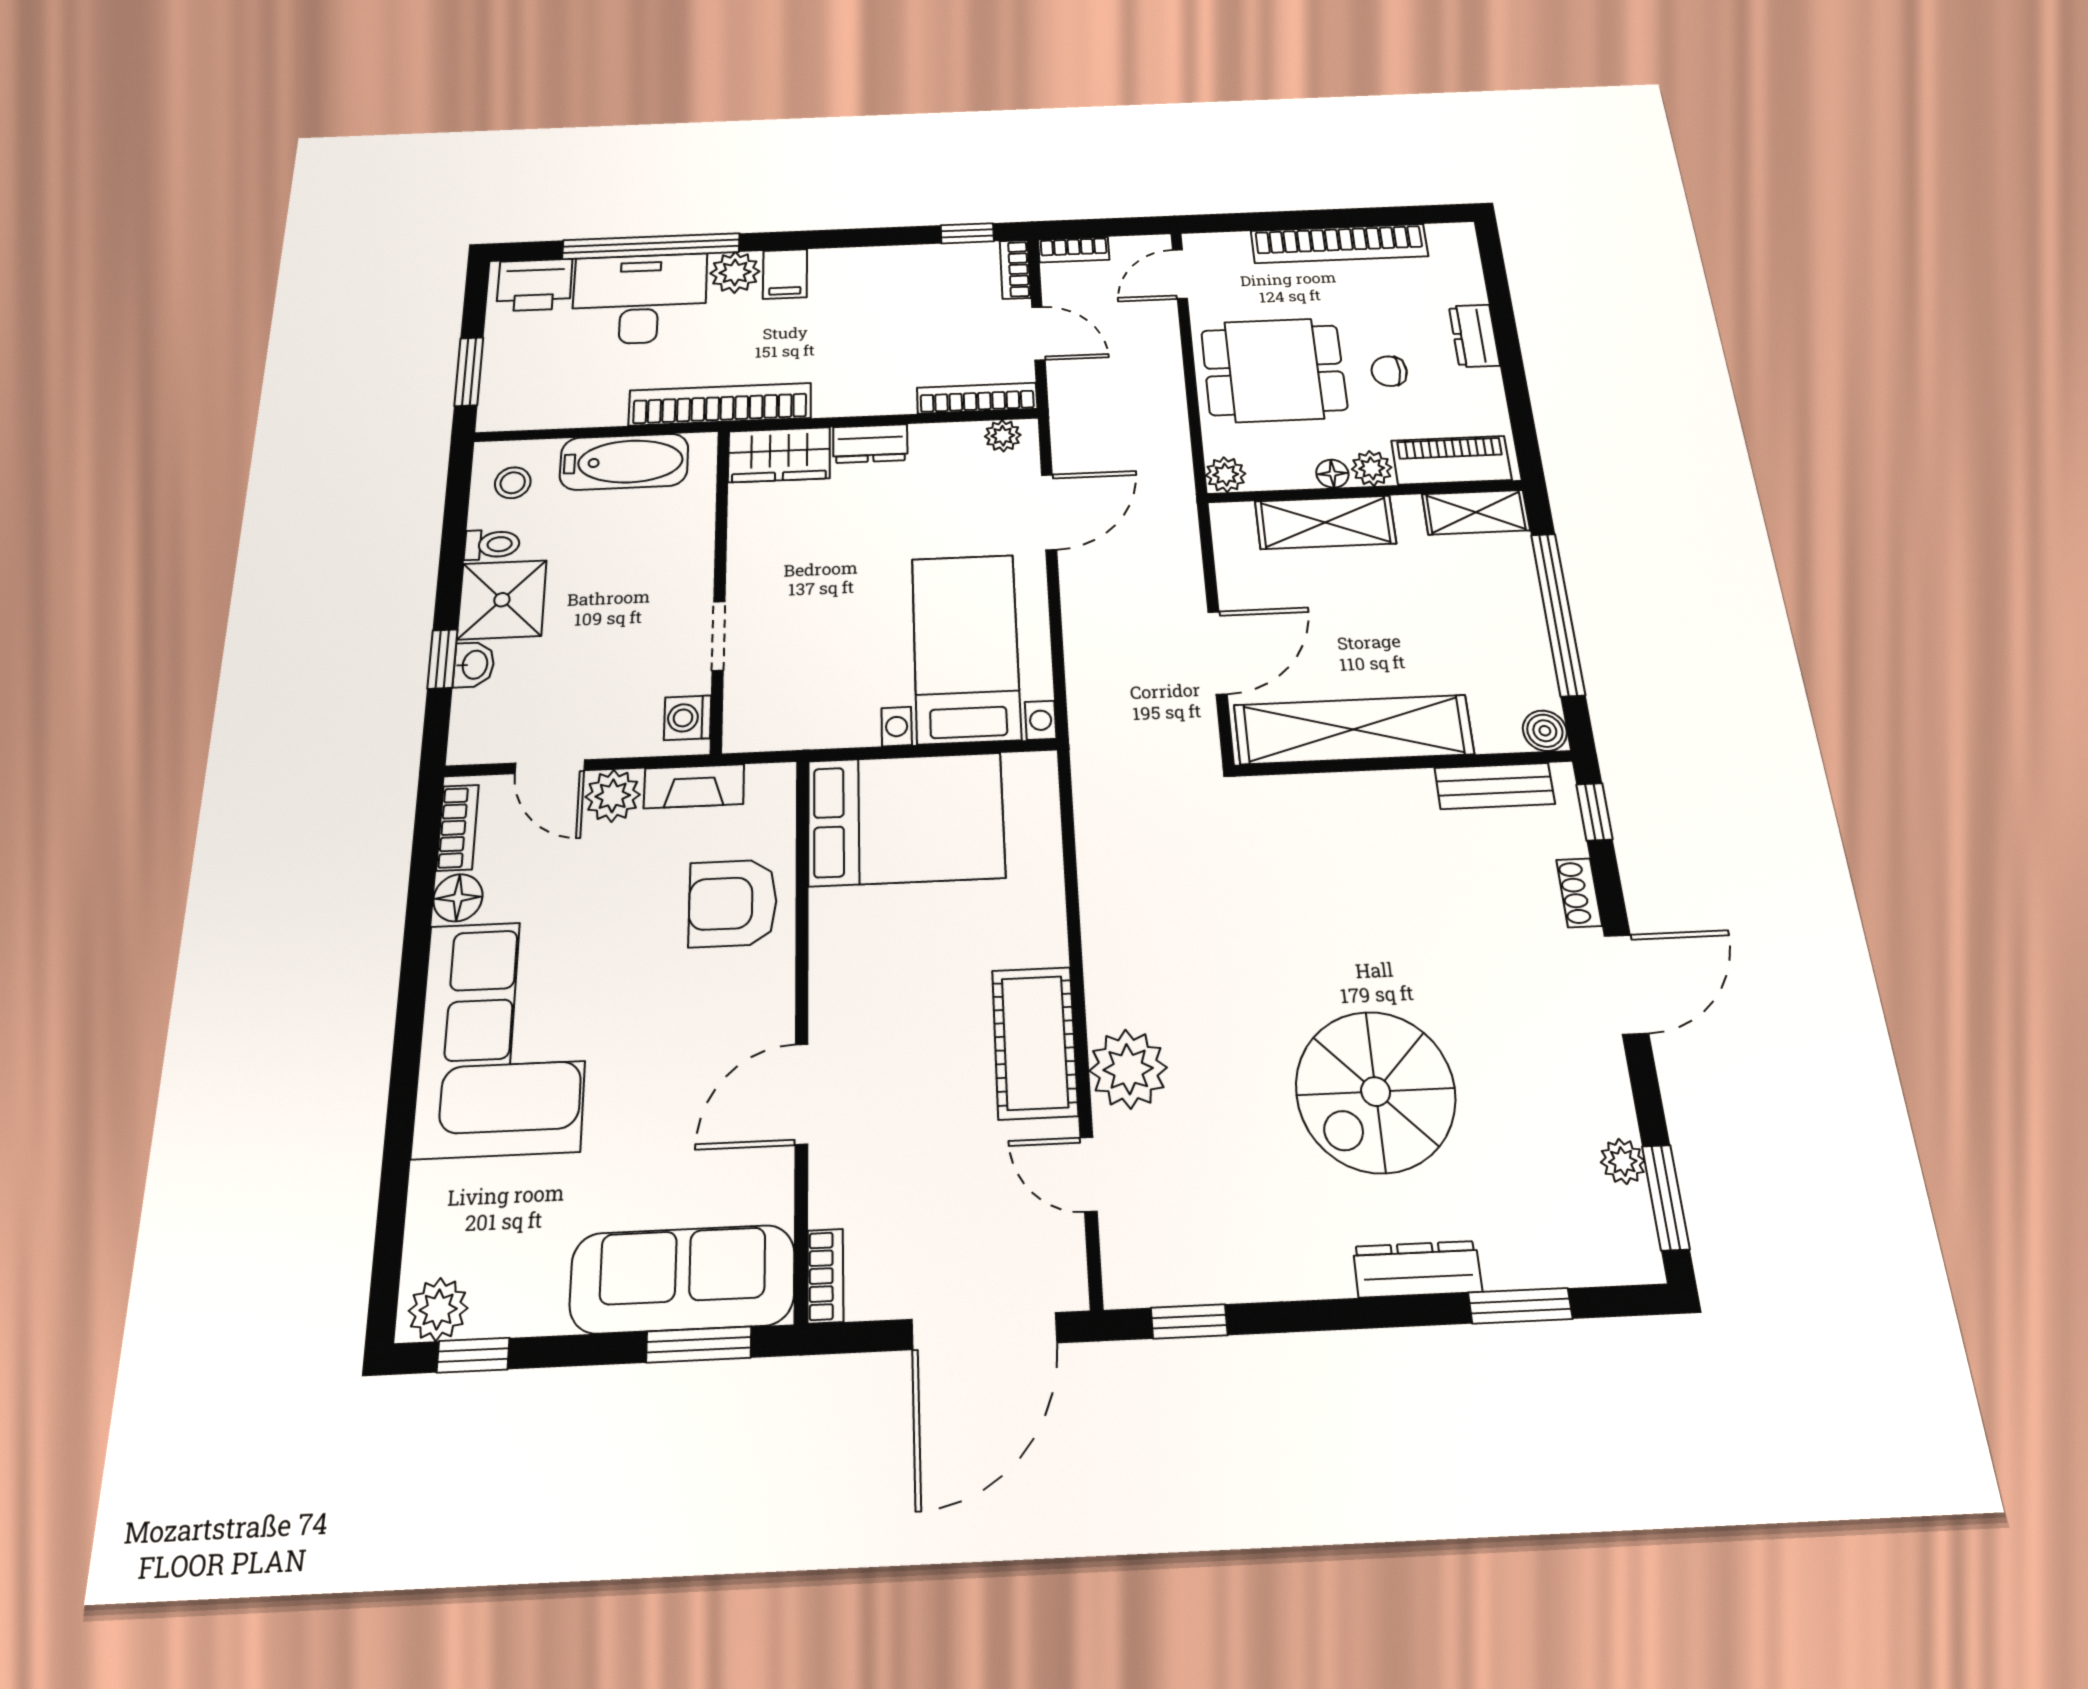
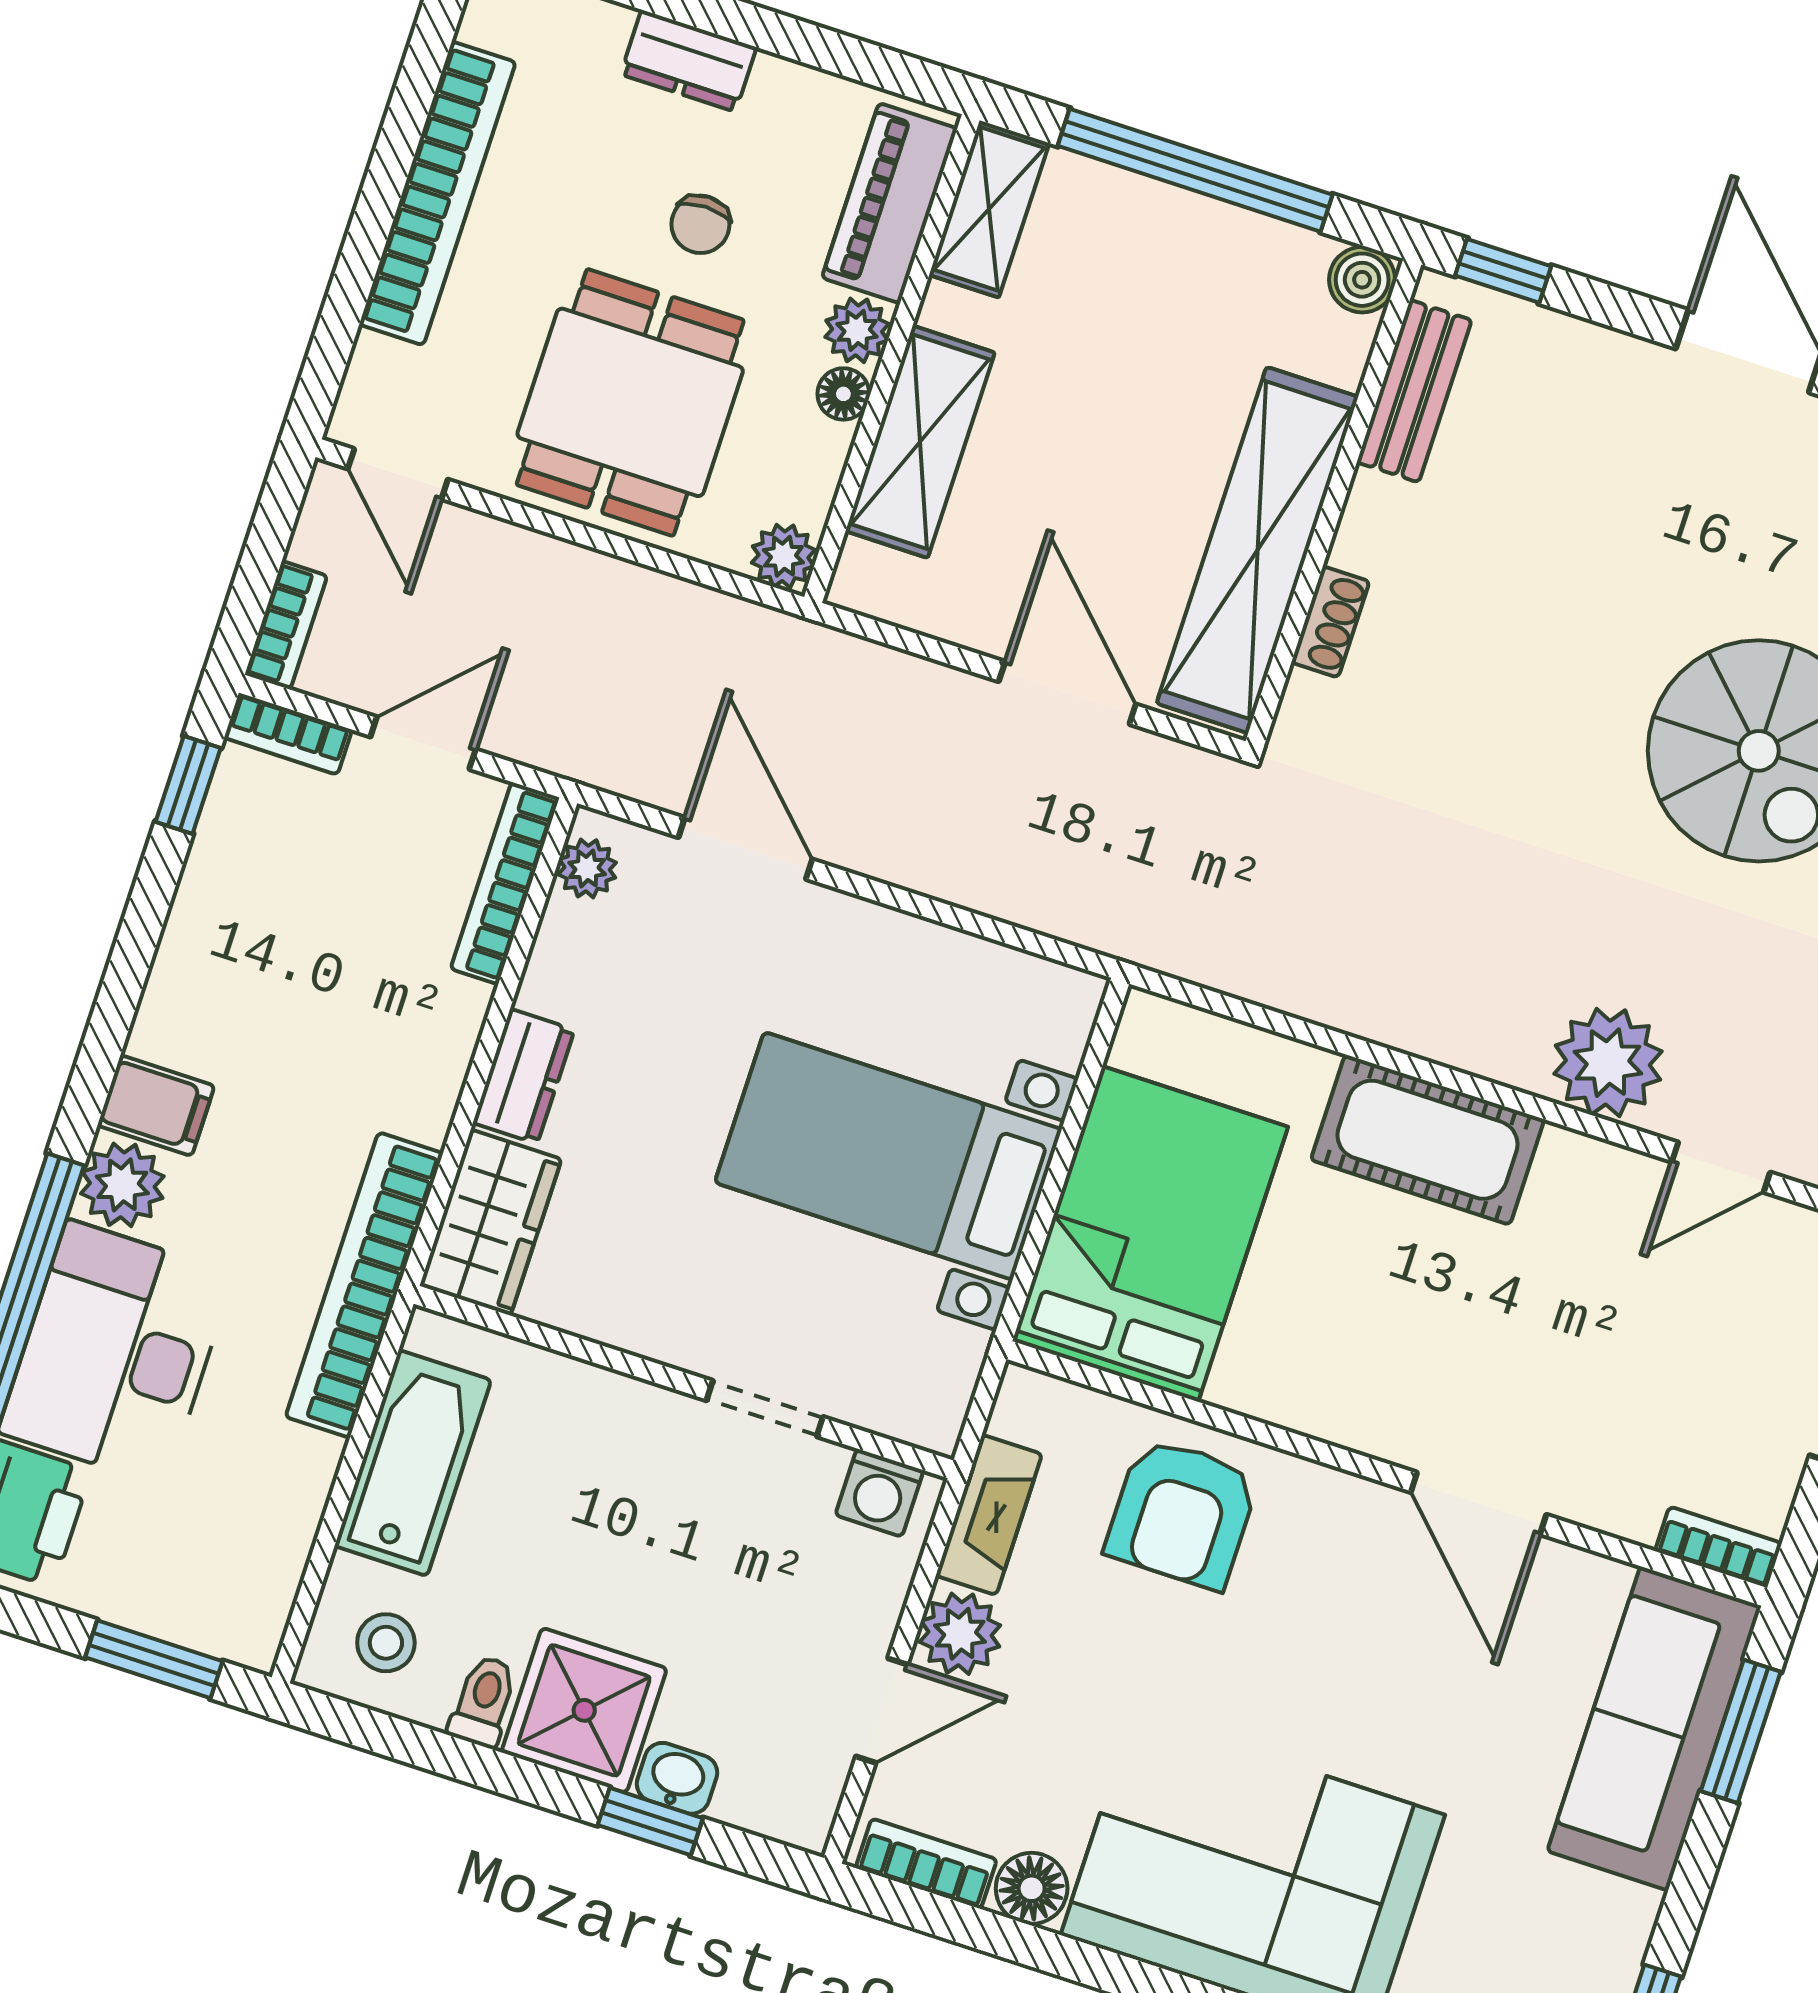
bed with nightstands: (966, 648) -> (888, 1156), moved
shoe rack: (1579, 893) -> (1330, 622), moved, turned -90
cot: (1035, 1042) -> (1427, 1140), moved

